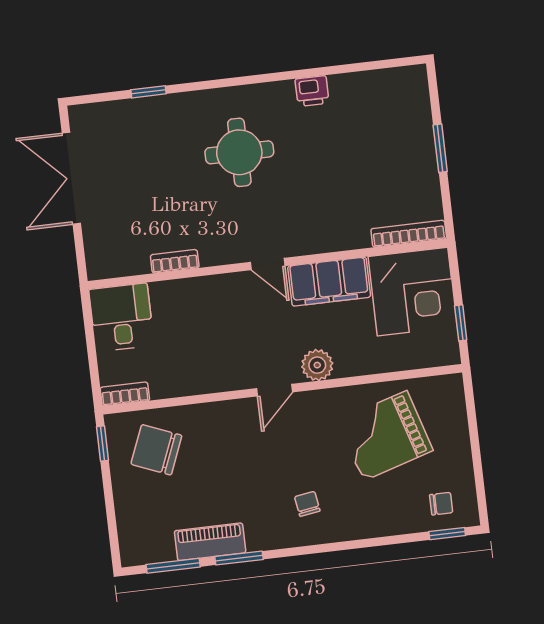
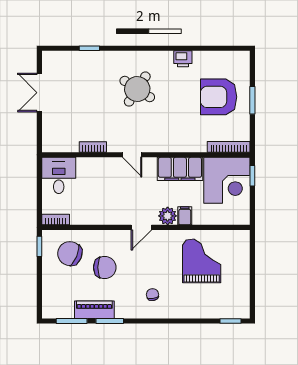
armchair: (381, 149) -> (219, 97), added
round table: (239, 152) -> (137, 89), turned 33
double door: (71, 178) -> (39, 93), width x0.73
door: (268, 264) -> (132, 155), moved
window: (461, 323) -> (252, 176), moved
filing cabinet: (347, 361) -> (185, 216), added
grand piano: (385, 436) -> (202, 261), turned 107
chair: (441, 504) -> (105, 267), moved, width x1.87, depth x1.87

